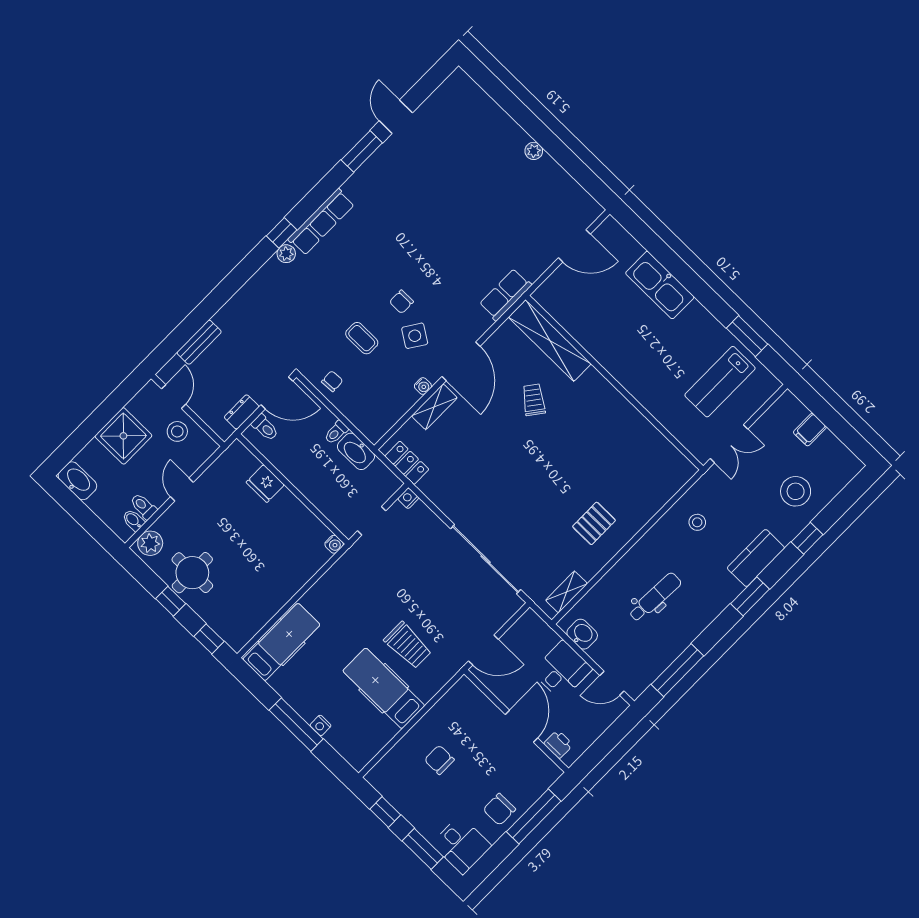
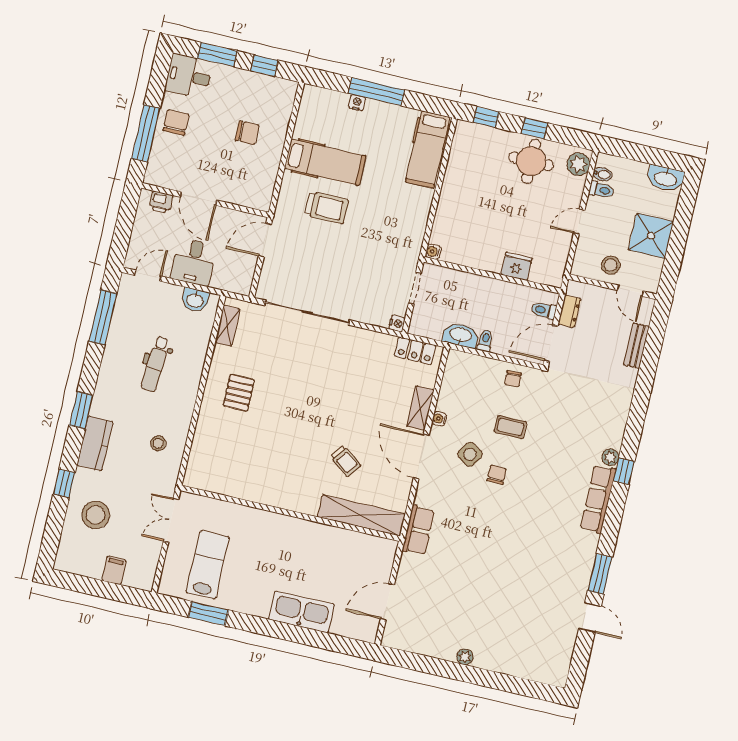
door: (182, 490) -> (579, 222), swing flipped
trolley: (408, 645) -> (327, 208), turned 180

